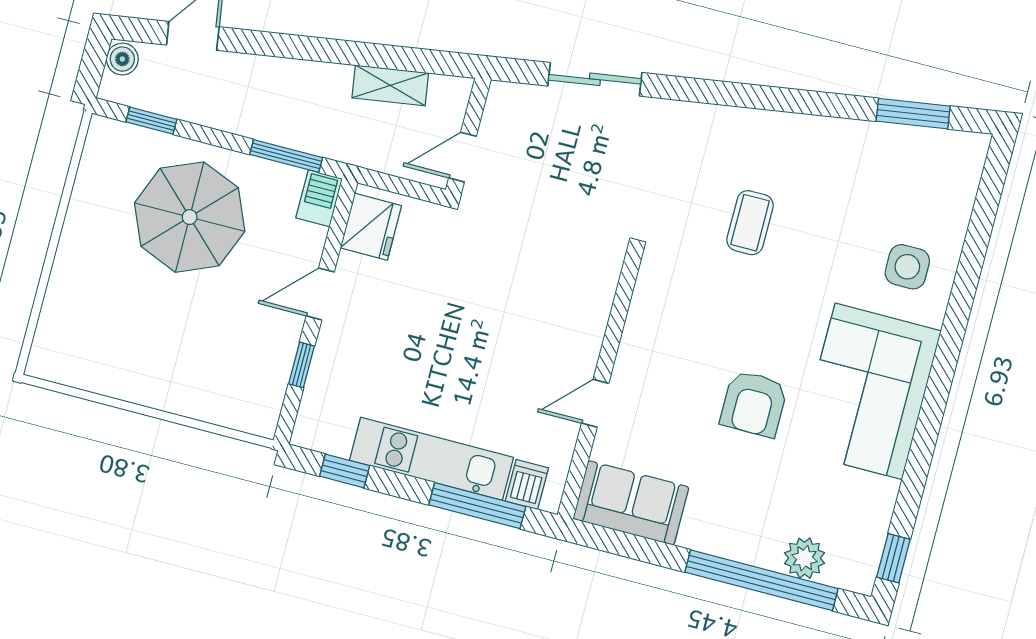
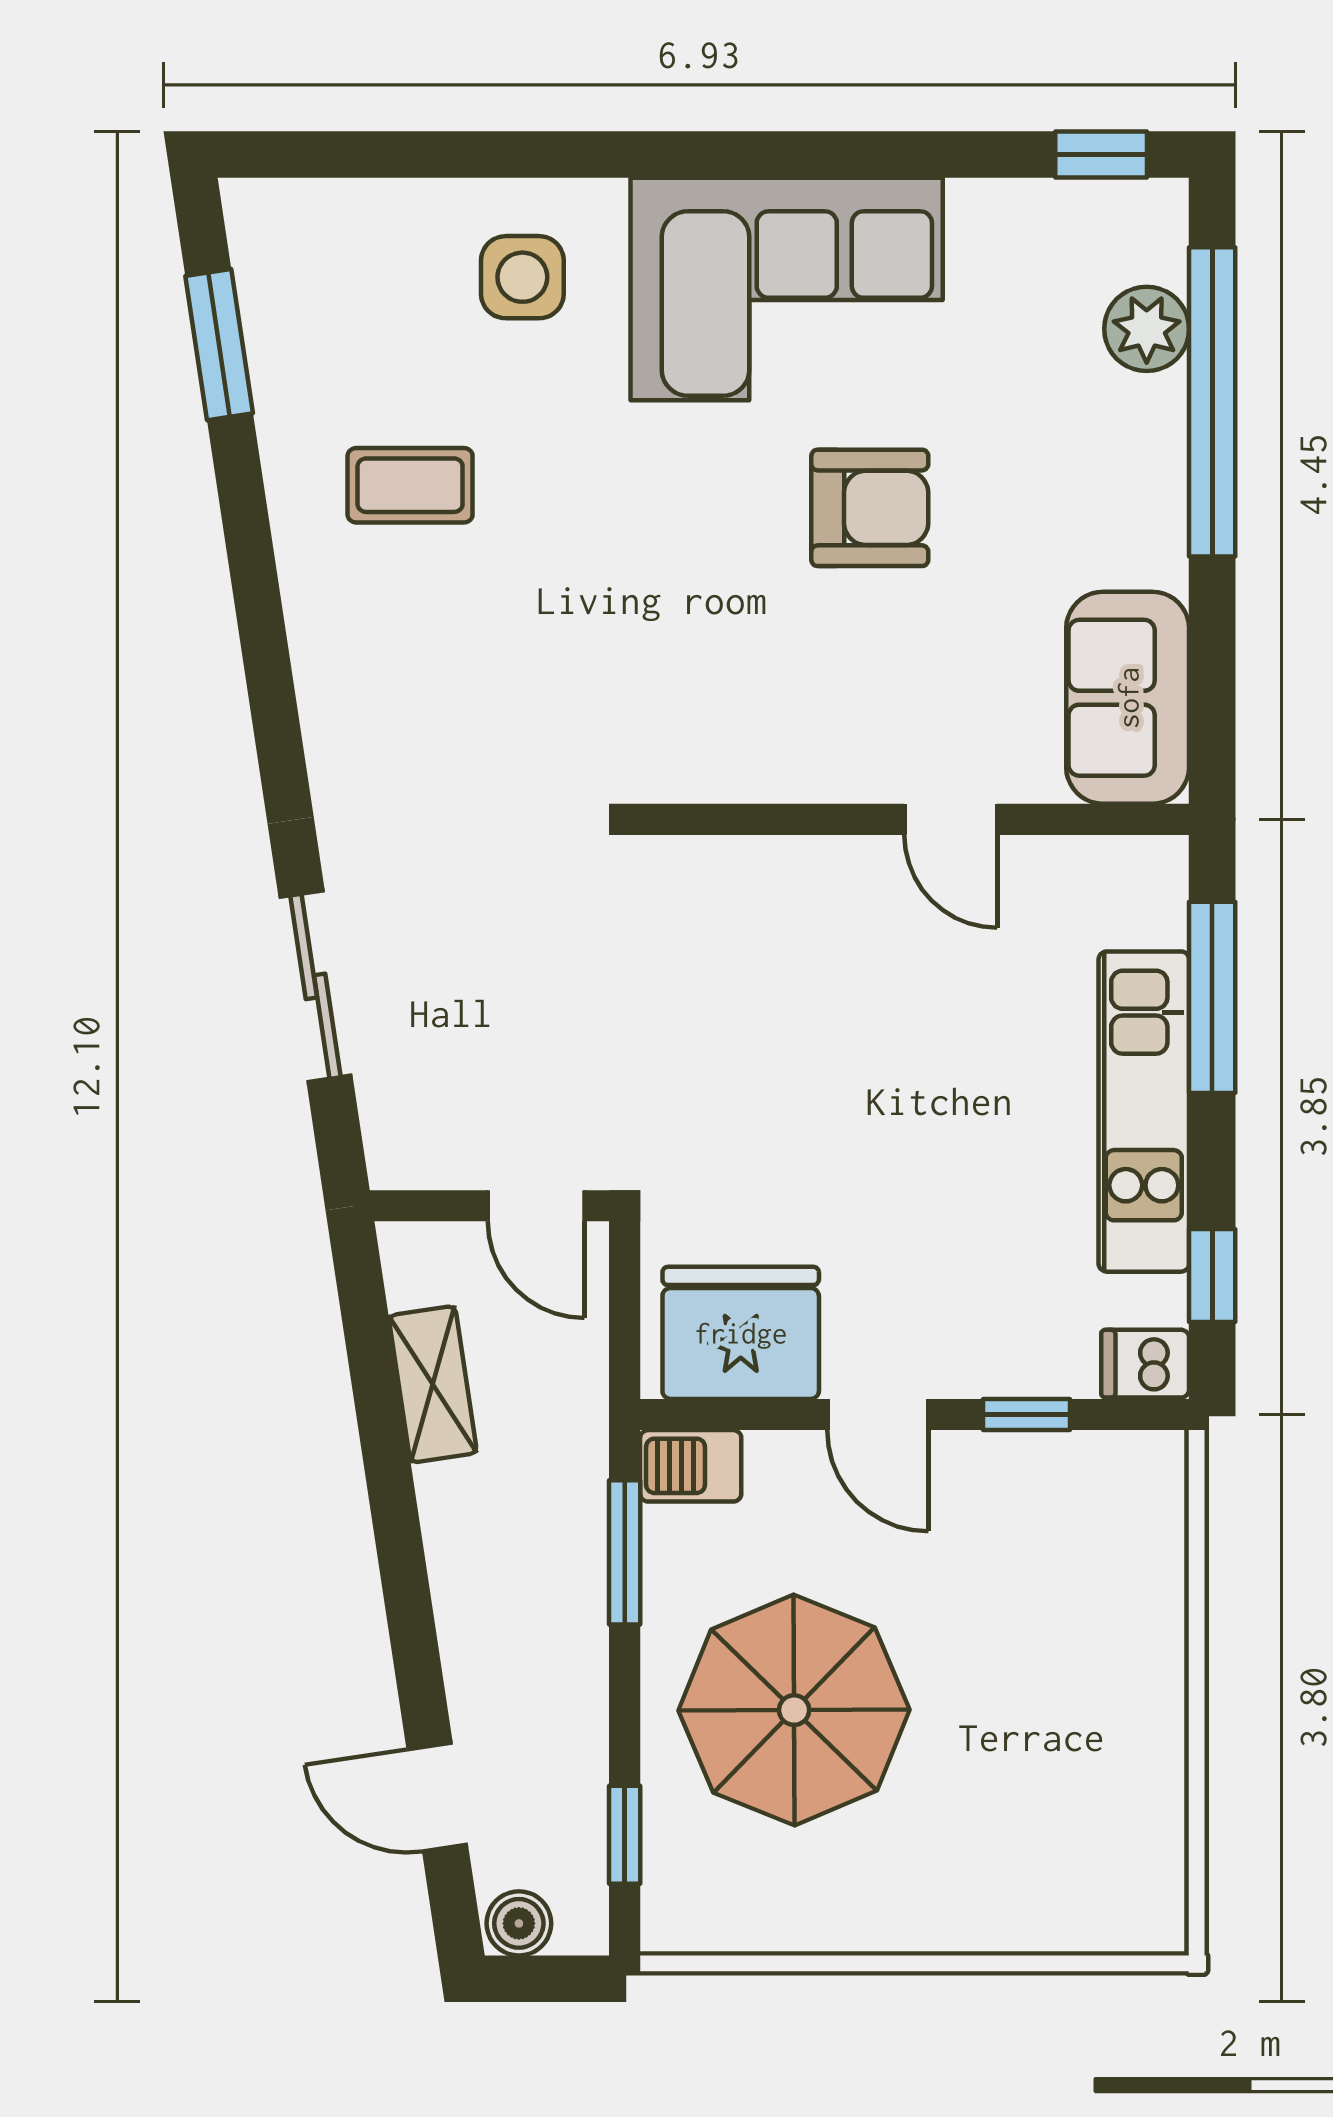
coffee table: (750, 223) -> (410, 485), moved
fridge: (371, 227) -> (741, 1333), width x1.36, depth x1.34
dishwasher: (527, 485) -> (1145, 1364), moved

